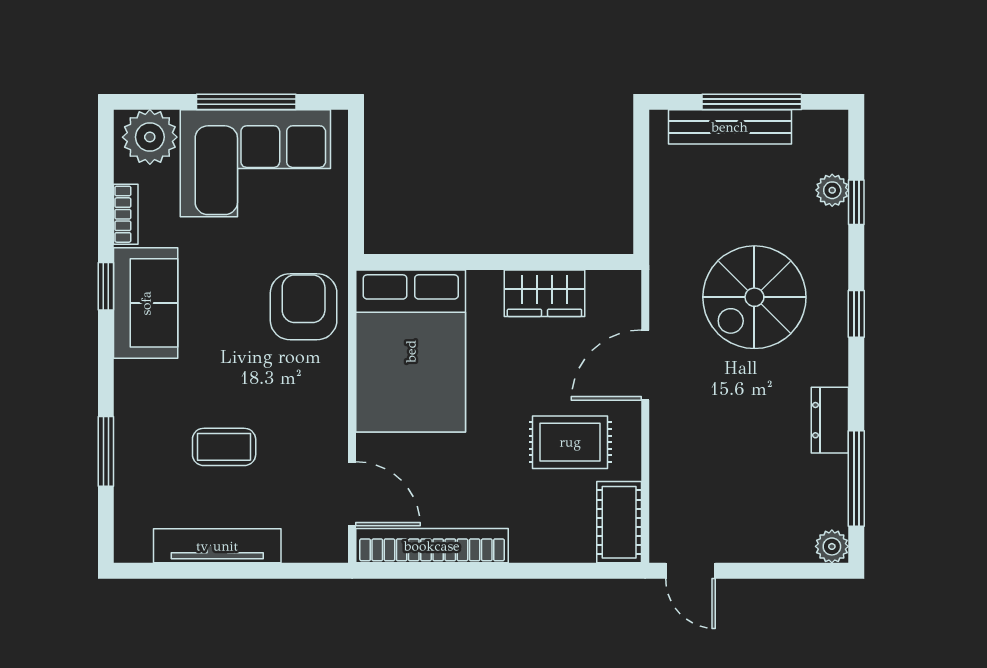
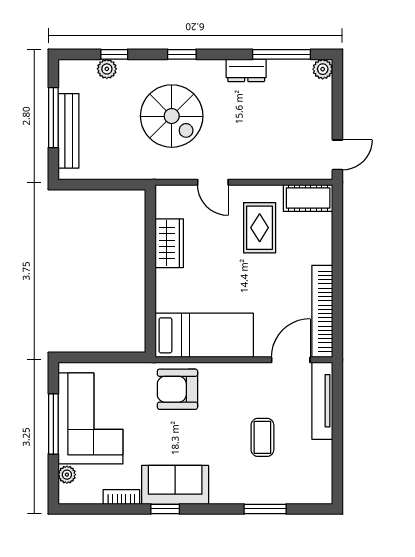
plant: (150, 137) -> (67, 475), width x0.53, depth x0.53
bed: (411, 351) -> (204, 335), width x0.67
door: (645, 365) -> (213, 182), width x0.73
tv unit: (217, 546) -> (322, 401), moved

